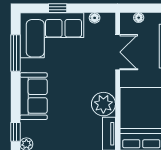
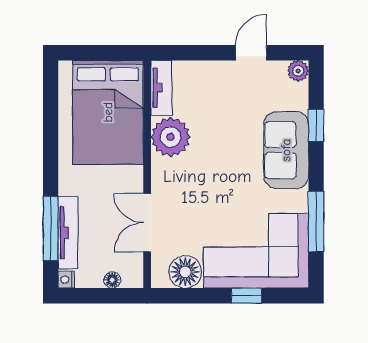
floor lamp: (95, 18) -> (185, 272), width x1.89, depth x1.89
window: (15, 132) -> (316, 125), moved

